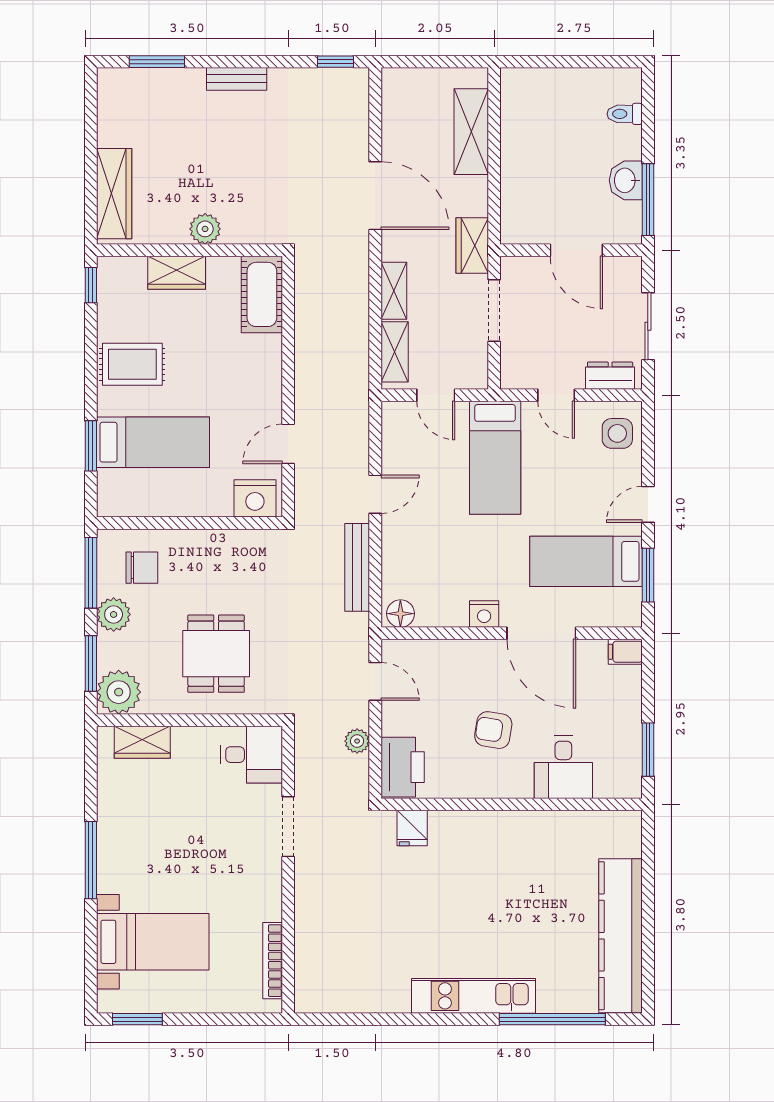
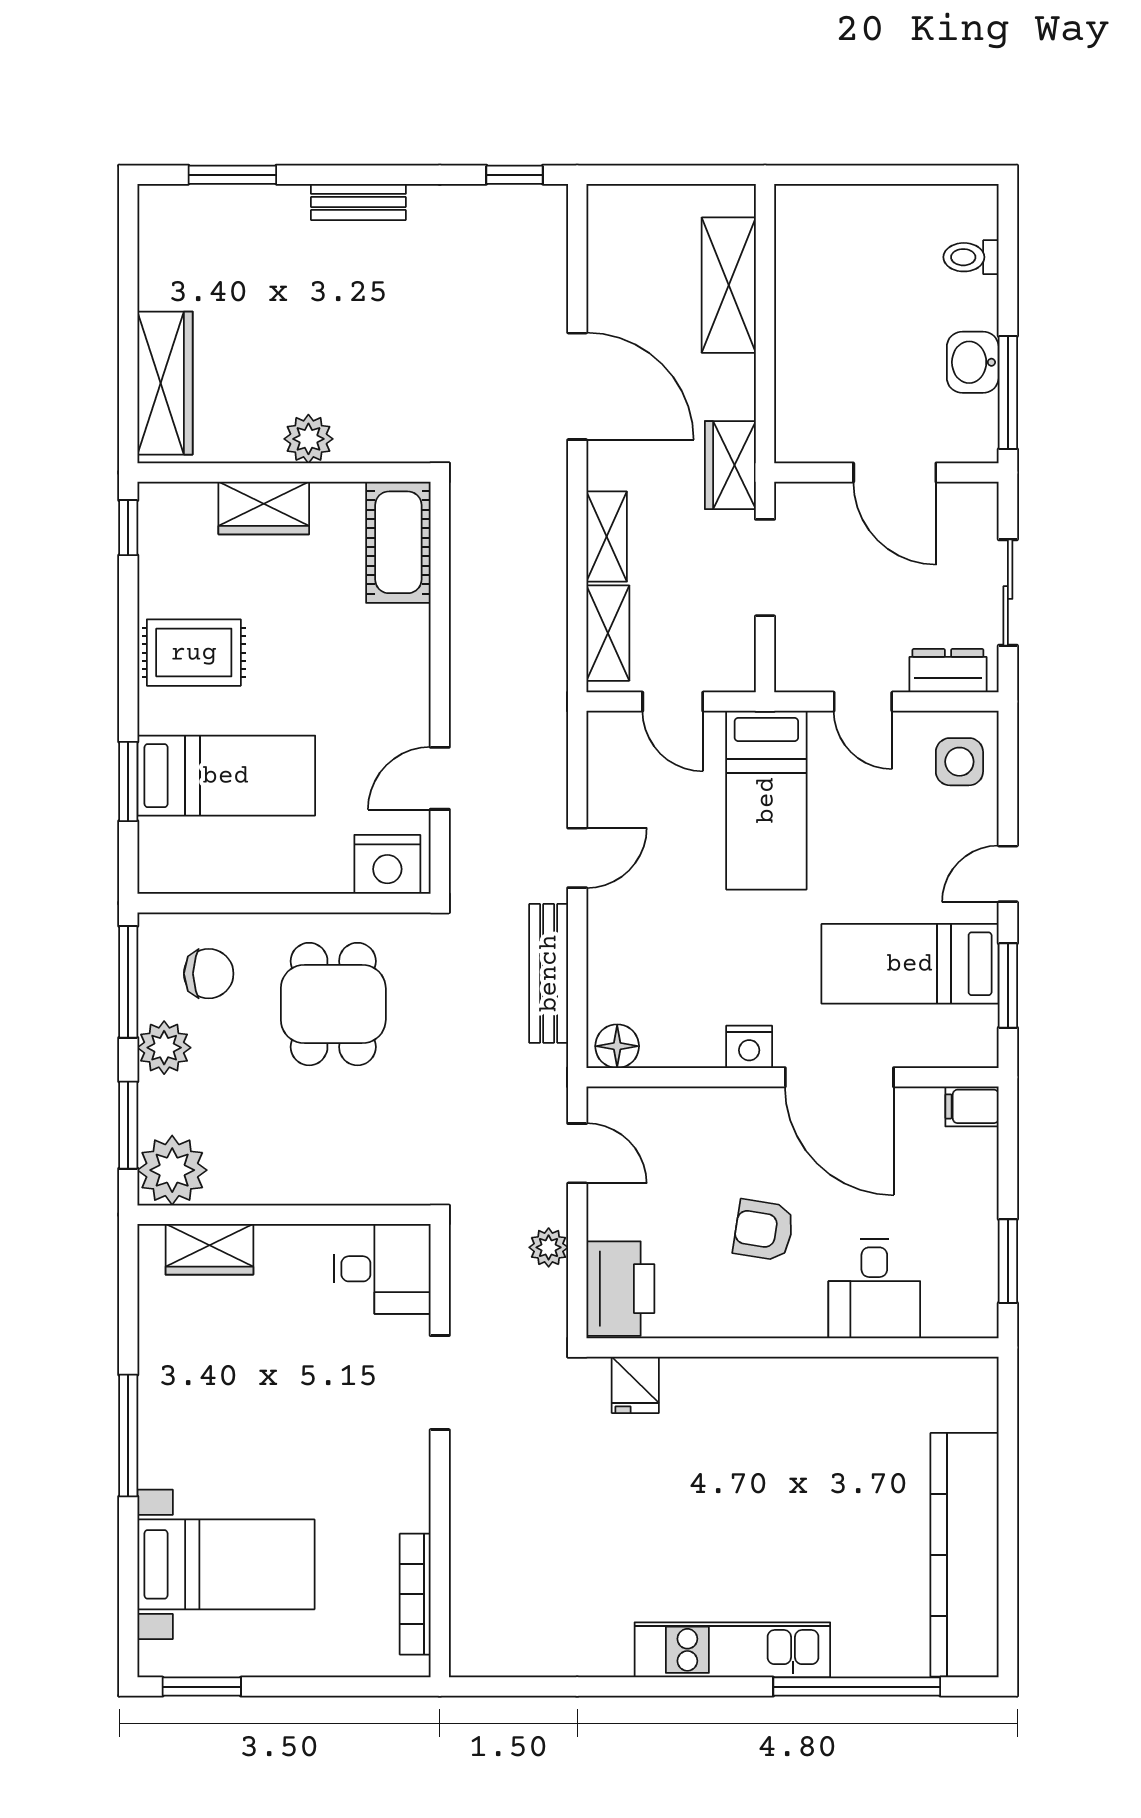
dining table: (216, 654) -> (333, 1004), moved

